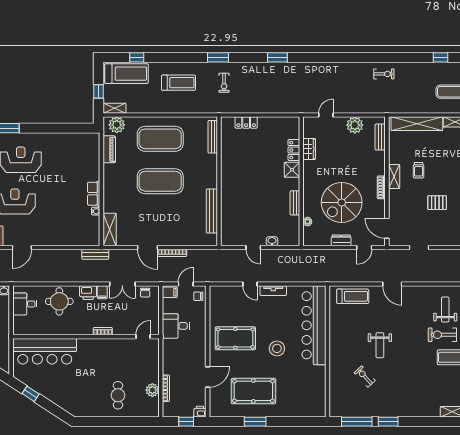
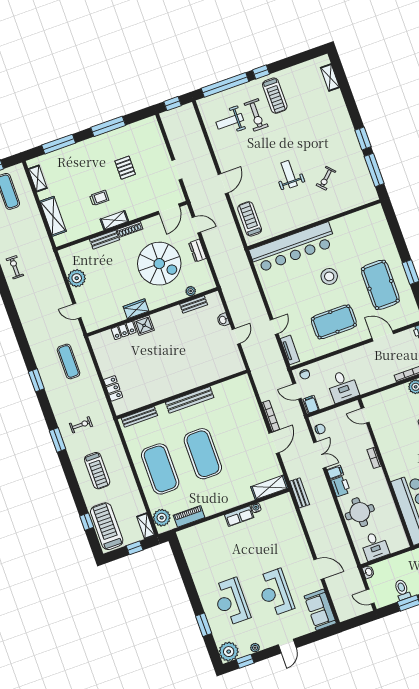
treadmill: (178, 83) -> (97, 471), turned 180
exercise mat: (284, 92) -> (69, 361), added
shelving: (417, 124) -> (53, 216), width x0.68
bench: (380, 137) -> (105, 240), moved
wardrobe: (309, 149) -> (136, 309), moved
bench: (295, 203) -> (194, 304), moved
bench: (212, 211) -> (190, 400), moved
tv unit: (273, 291) -> (290, 350), moved
pool table: (235, 338) -> (334, 322), turned 90
weight bench: (380, 345) -> (289, 174), turned -90

